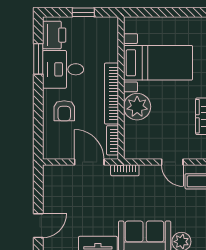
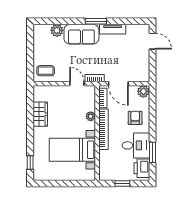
plant: (137, 107) -> (91, 116), width x0.53, depth x0.53
plant: (52, 150) -> (143, 91), added
door: (172, 162) -> (77, 84), moved
door: (38, 226) -> (152, 41), swing flipped

